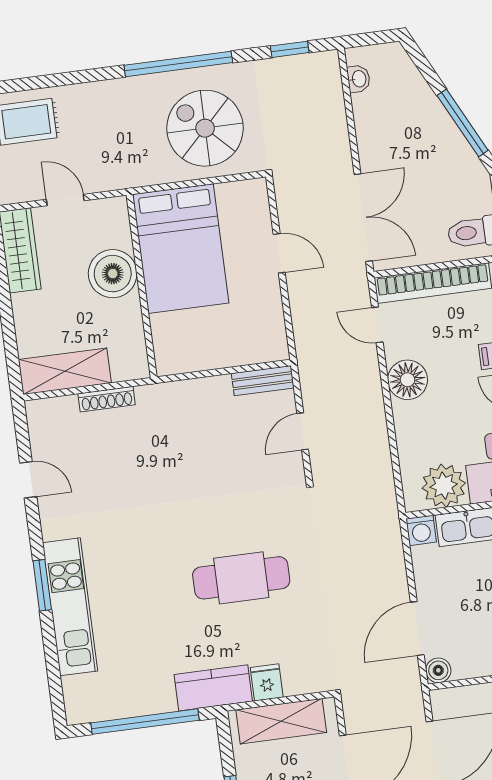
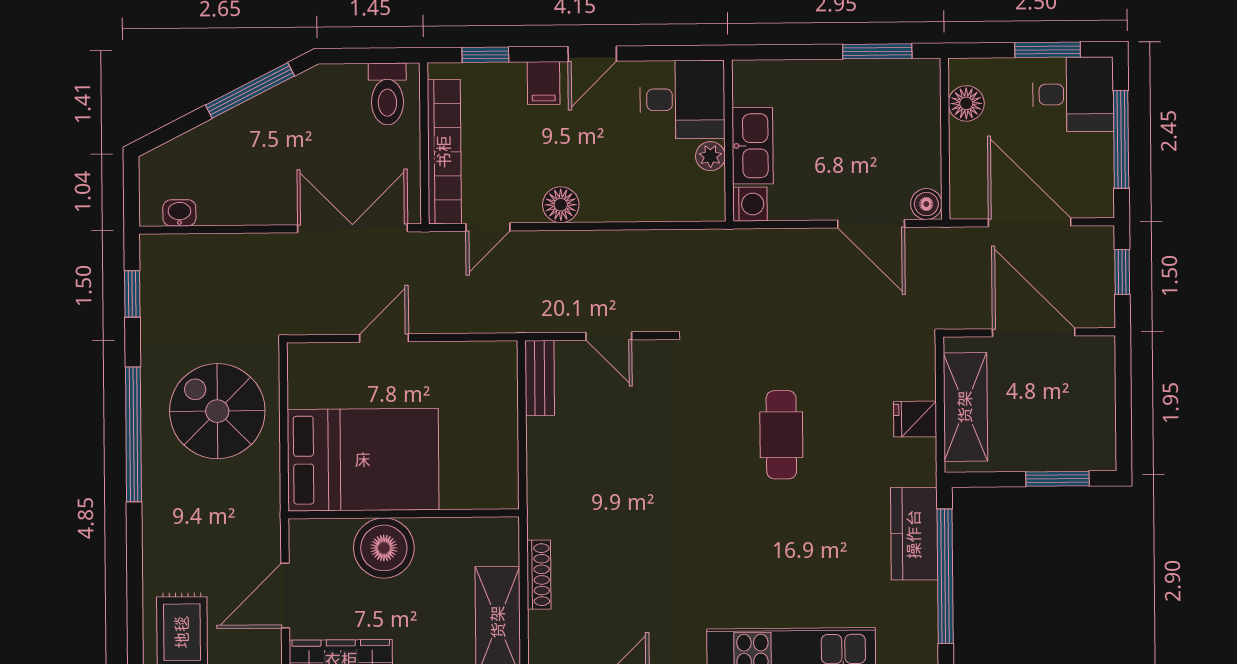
spiral stairs: (205, 128) -> (217, 411), turned 90
door: (65, 200) -> (285, 596), width x1.38
floor lamp: (408, 380) -> (561, 205), width x0.73, depth x0.73
plant: (444, 486) -> (710, 156), width x0.53, depth x0.53
cafe table: (241, 578) -> (781, 435), width x0.73, depth x0.74
kitchen counter: (213, 688) -> (914, 534), moved

